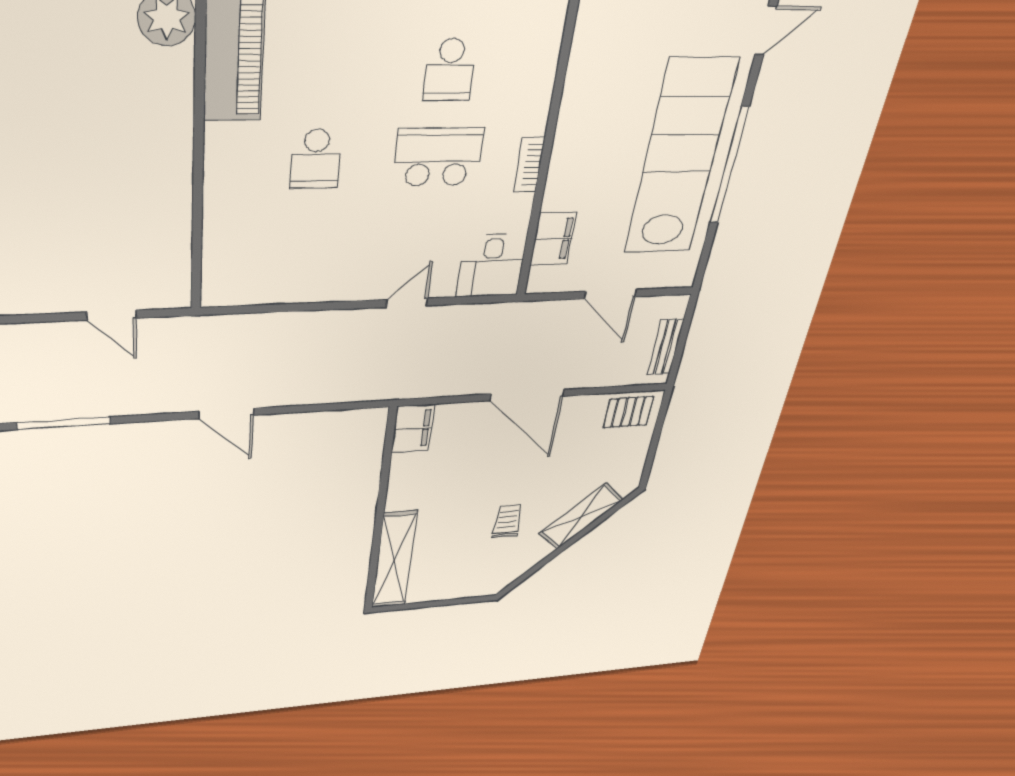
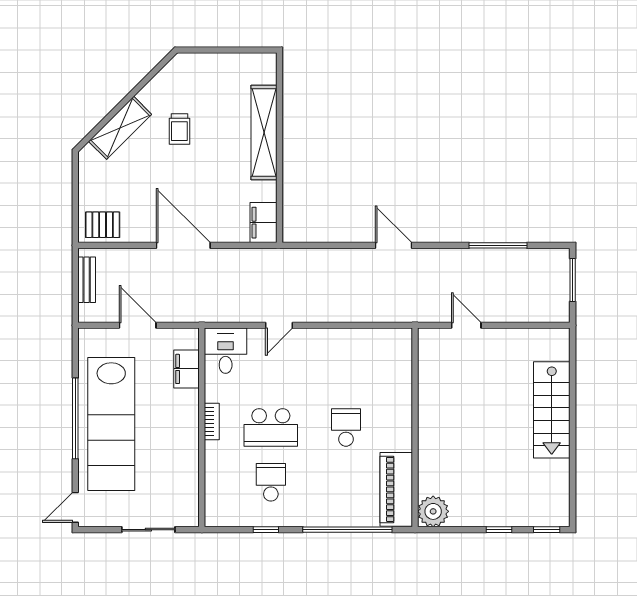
shelving: (394, 560) -> (264, 133), moved

